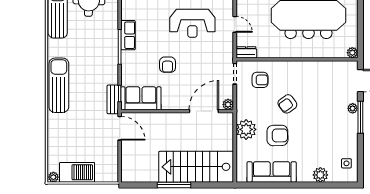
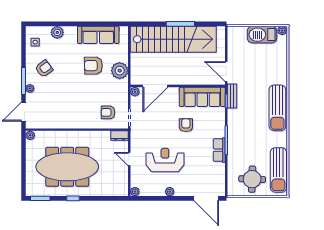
sofa: (141, 98) -> (202, 97), width x1.36
armchair: (287, 104) -> (44, 69), moved
stairs: (196, 167) -> (173, 39), width x1.36

